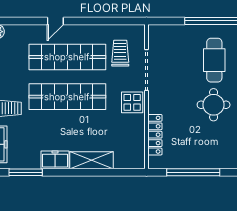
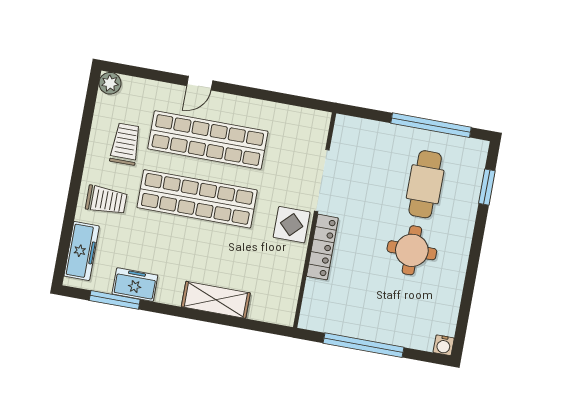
trolley: (120, 53) -> (125, 144), moved
locker: (155, 135) -> (322, 247), moved
freezer: (55, 160) -> (135, 285), moved

